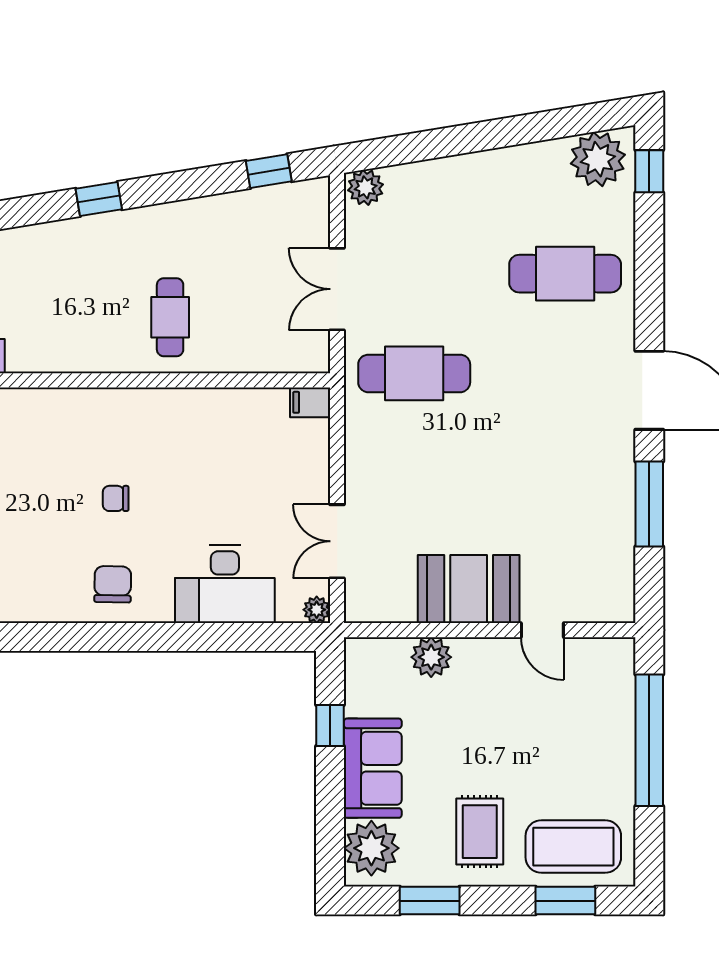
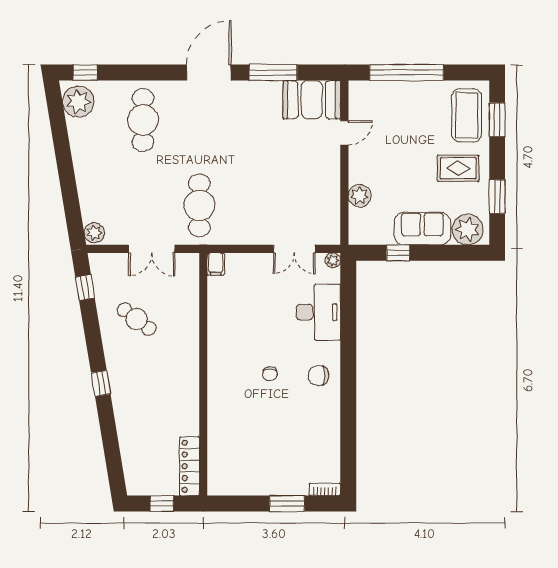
cafe table: (170, 317) -> (137, 319), moved, turned 37
booth: (469, 589) -> (312, 100), moved, turned 90

